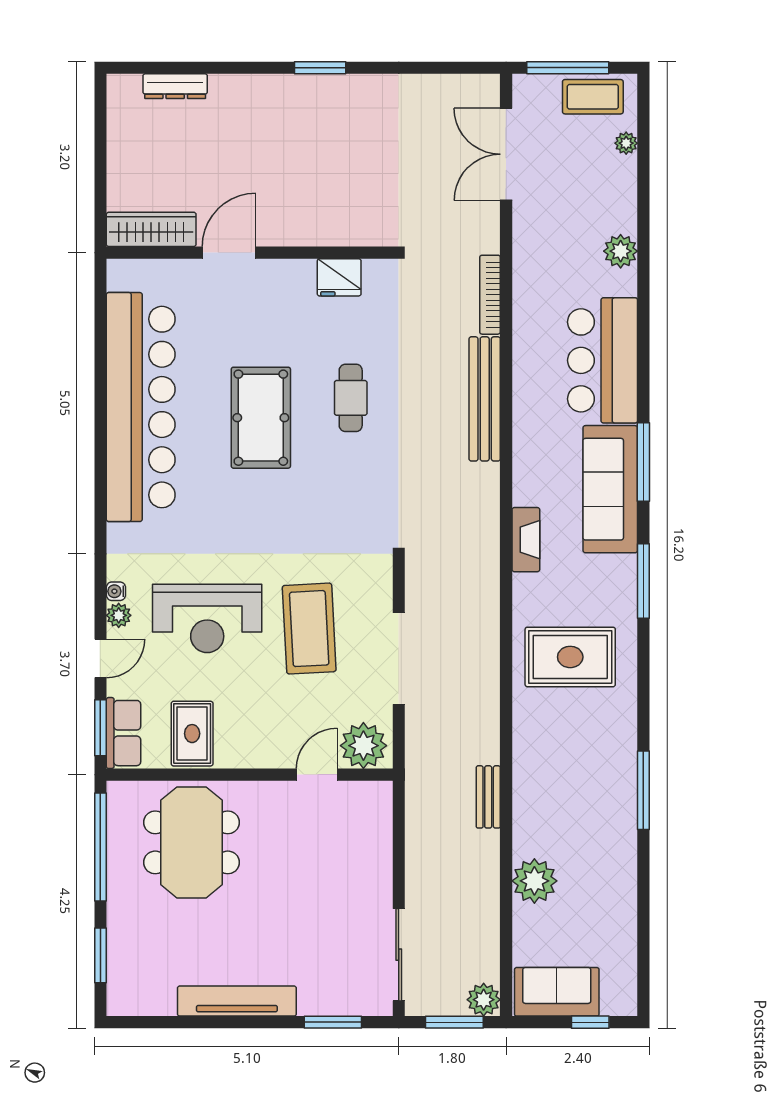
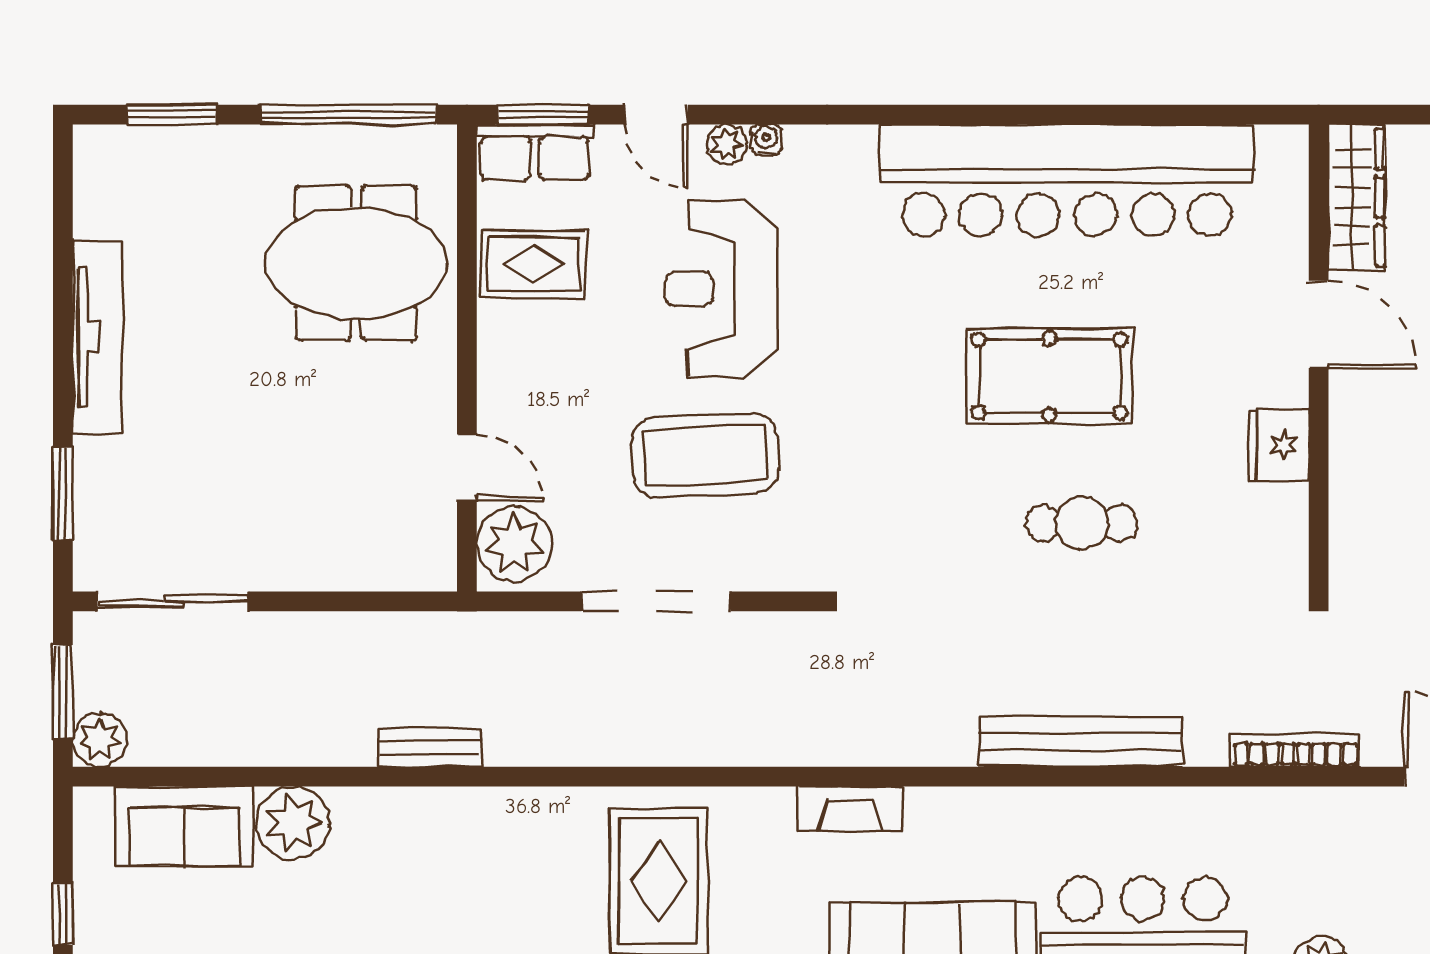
fridge: (339, 277) -> (1278, 445), moved
bookcase: (490, 295) -> (1296, 750), moved
sofa: (557, 992) -> (184, 826), moved, turned 90

